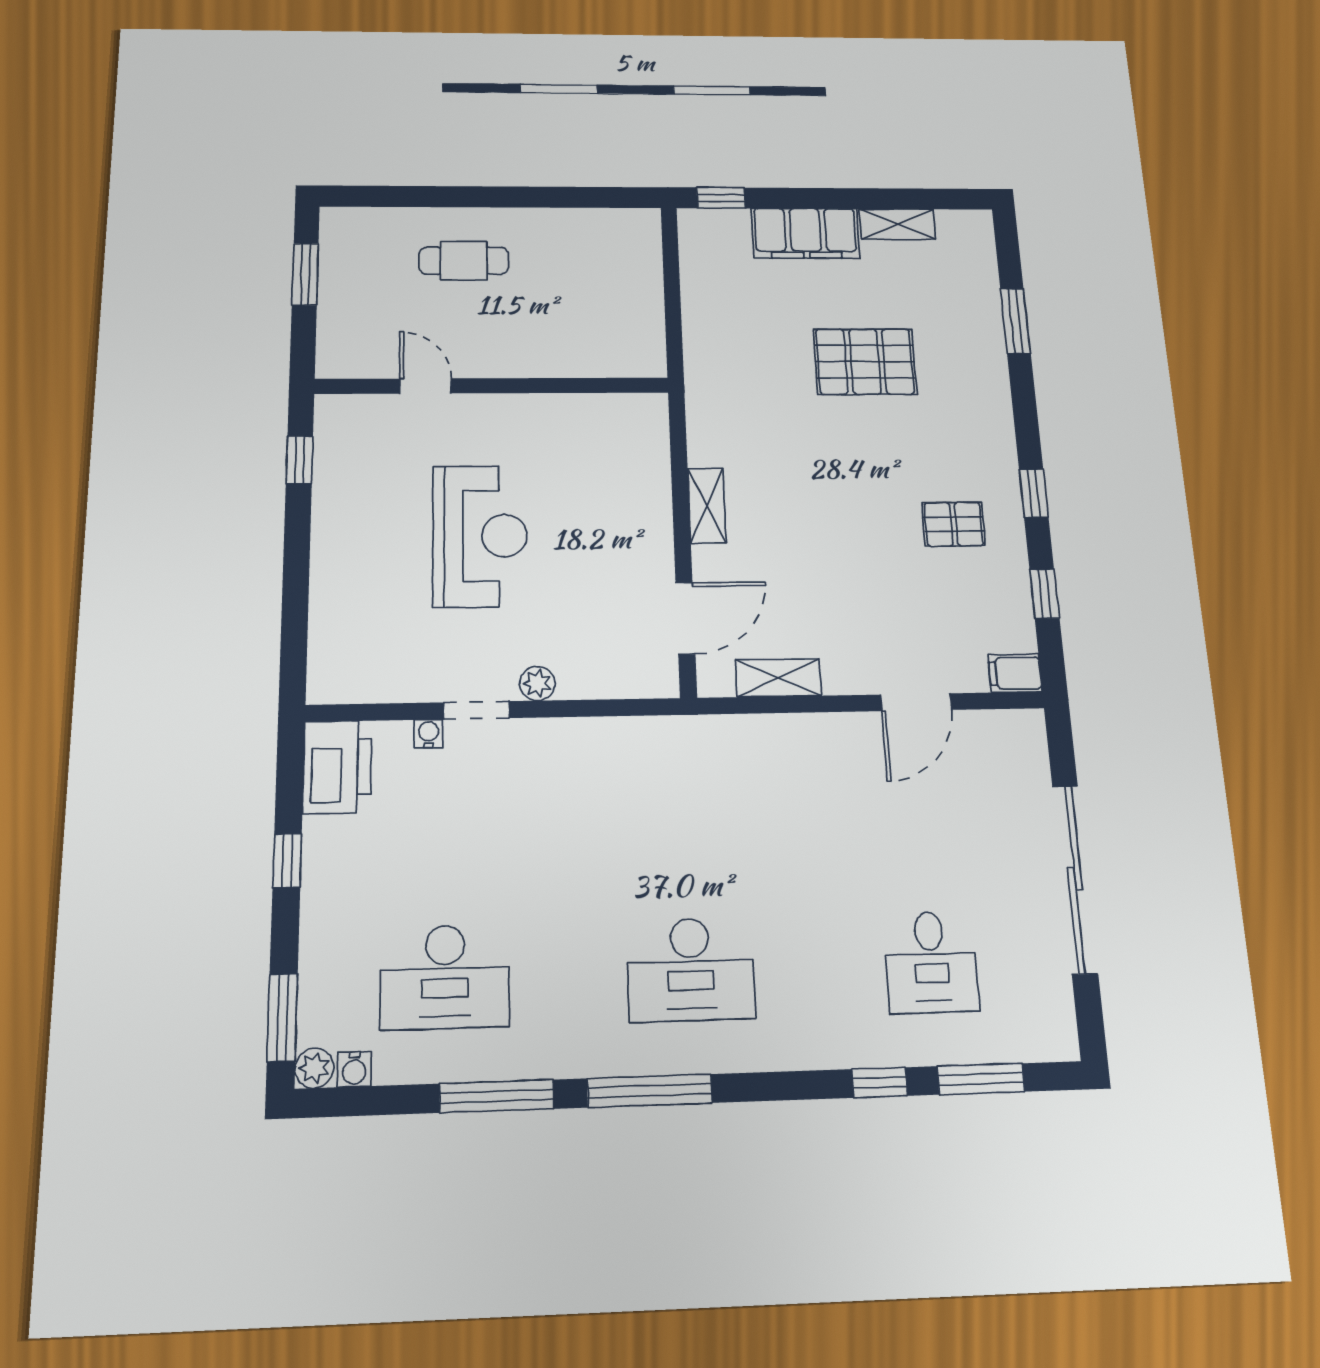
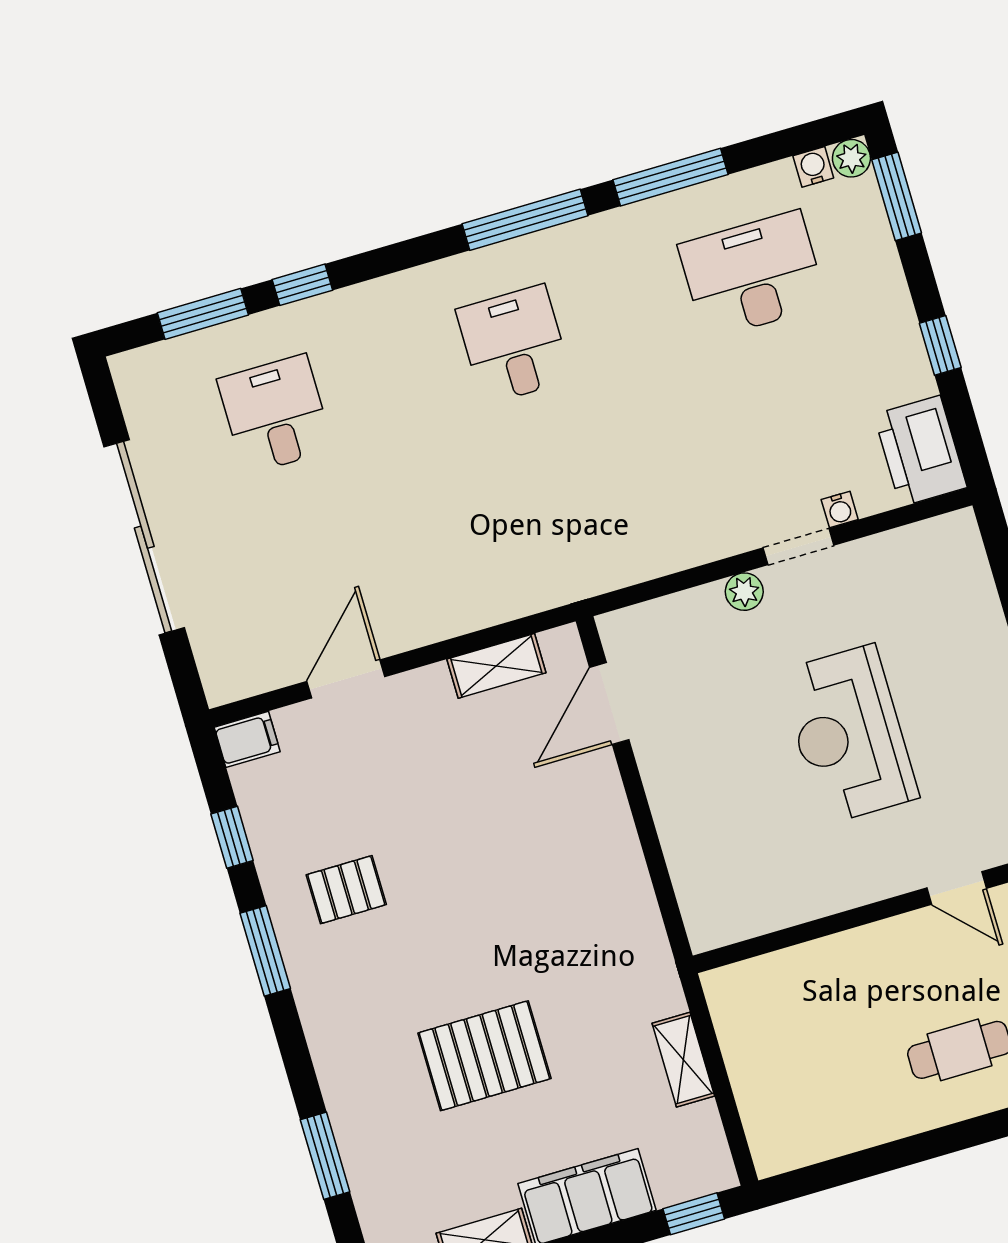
window: (1034, 493) -> (265, 951), width x1.50
shelving: (707, 506) -> (683, 1060), moved
desk: (691, 969) -> (514, 345), width x0.73

